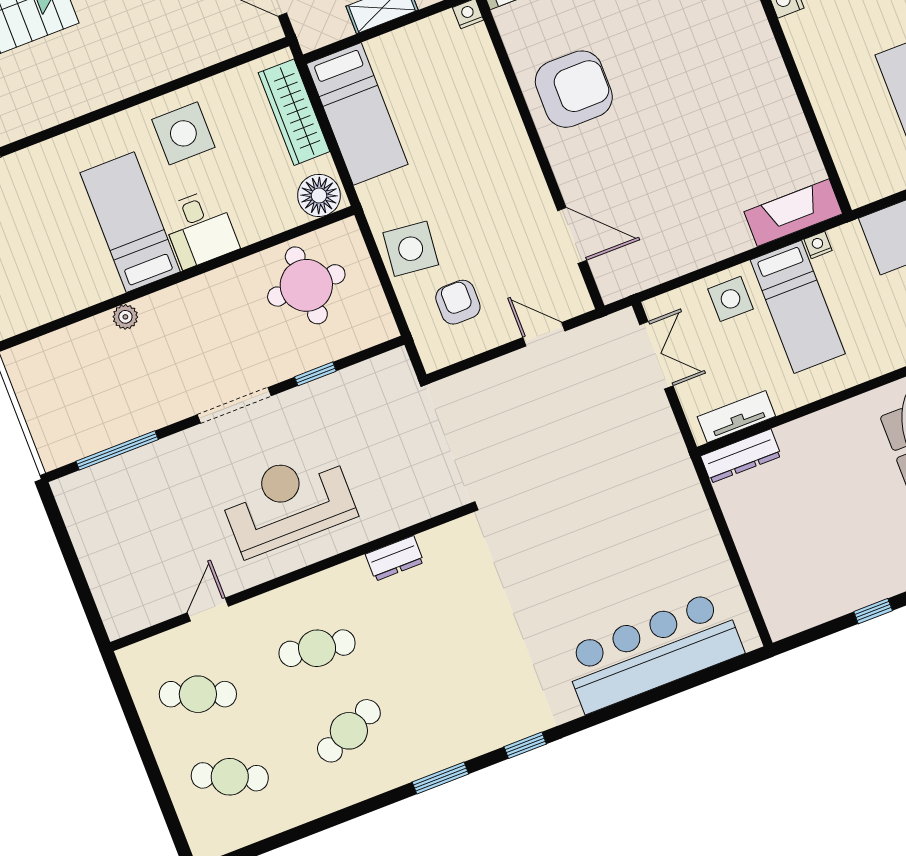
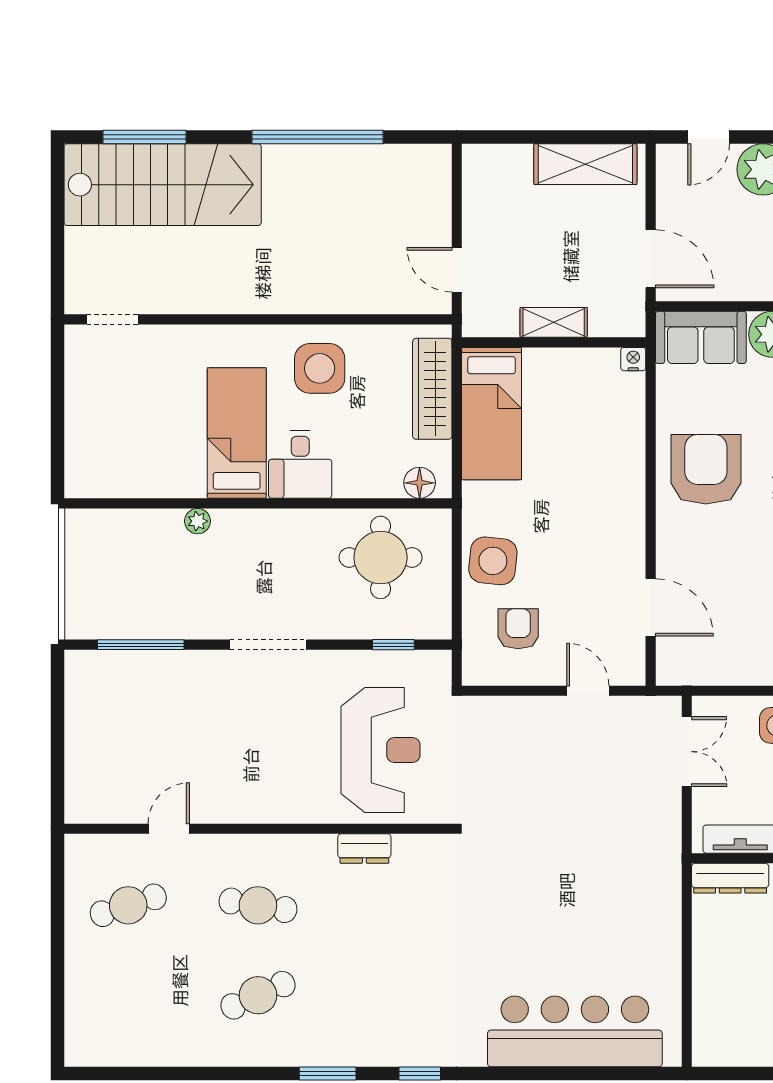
armchair: (574, 89) -> (706, 469), turned -90
floor lamp: (319, 195) -> (420, 483), width x0.73, depth x0.73
window: (315, 374) -> (393, 645), moved
reception desk: (288, 502) -> (381, 750), moved, turned 90
cafe table: (198, 694) -> (128, 905), turned -39
cafe table: (230, 777) -> (128, 995), removed

